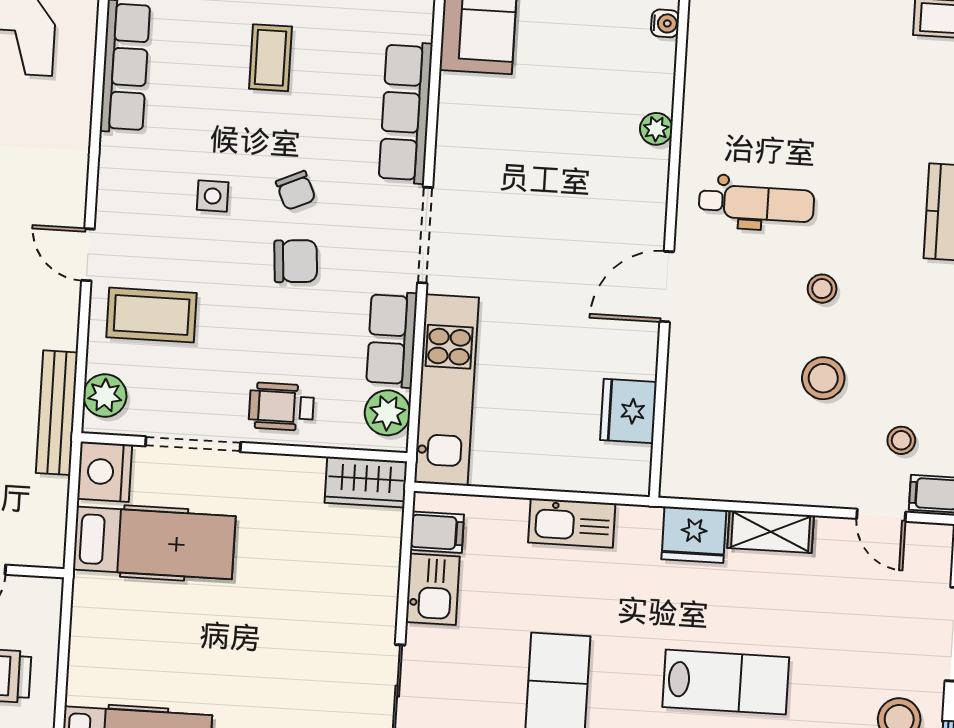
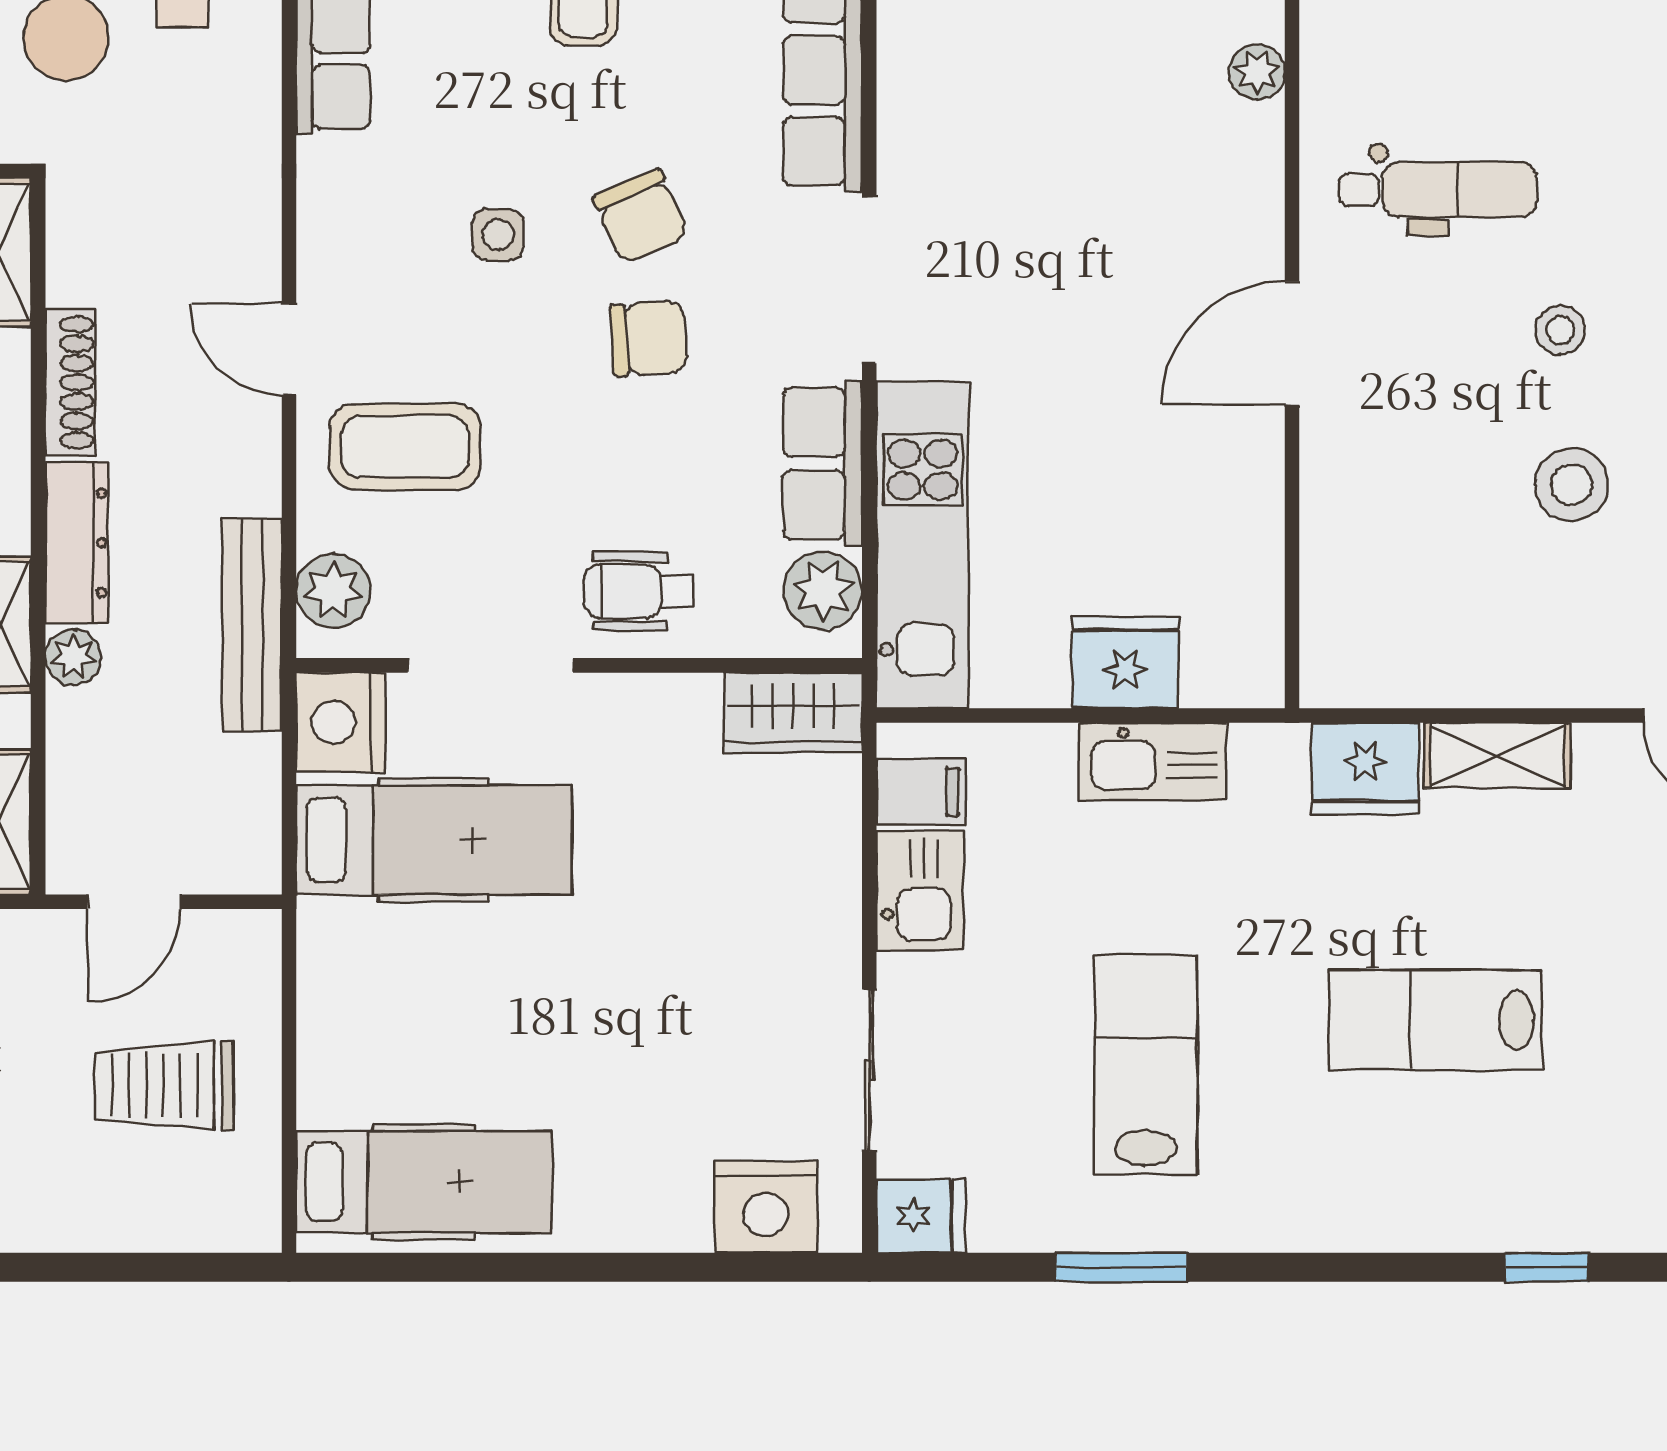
chair: (296, 190) -> (641, 216), width x1.37, depth x1.37
fridge: (628, 411) -> (1125, 662), moved, turned 90
lab bench: (726, 682) -> (1436, 1020), turned 180

